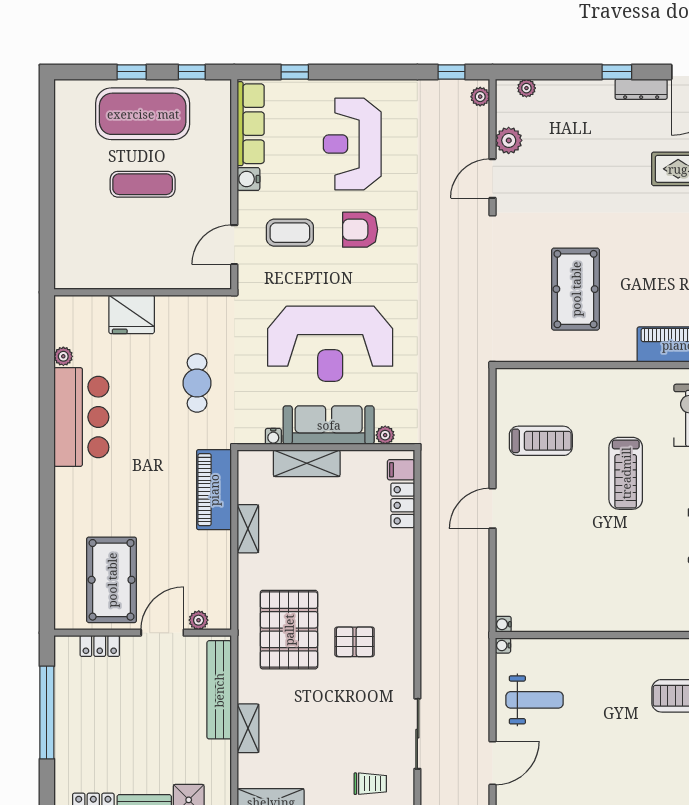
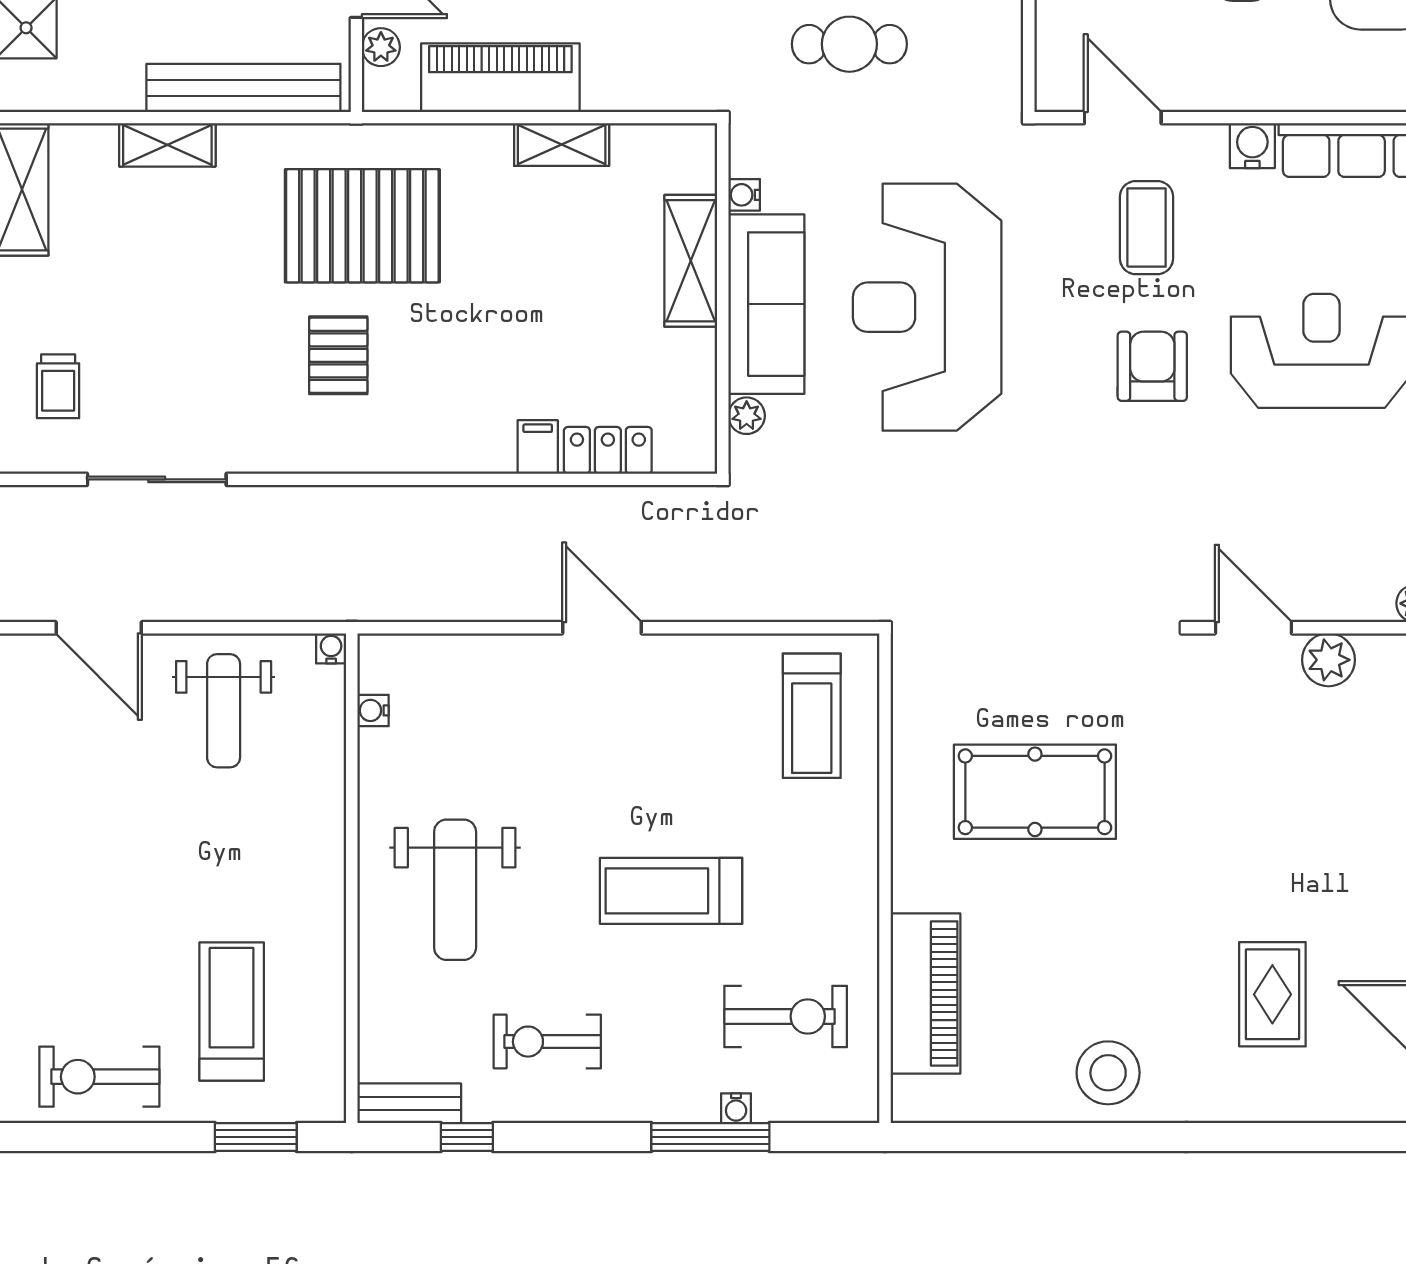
treadmill: (541, 441) -> (812, 716), moved
filing cabinet: (401, 470) -> (538, 447), moved
piano: (214, 490) -> (500, 78), moved
weight bench: (625, 583) -> (455, 890), added
water cooler: (503, 624) -> (373, 710), moved, turned -90

